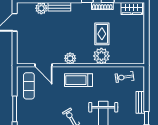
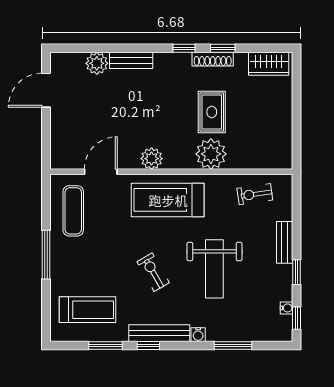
door: (43, 65) -> (101, 172), swing flipped
treadmill: (79, 80) -> (168, 200), width x1.37, depth x1.38

